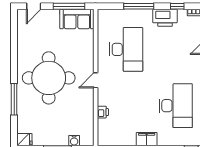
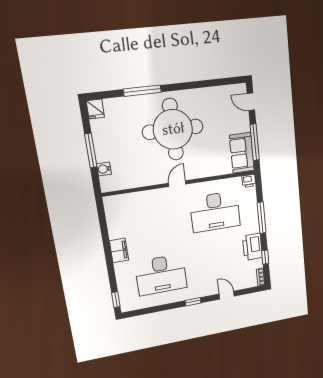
door: (96, 80) -> (177, 184), hinge flipped
printer: (103, 112) -> (249, 181), moved

